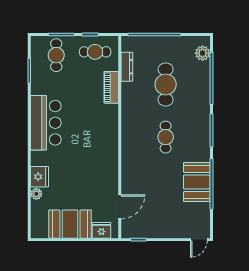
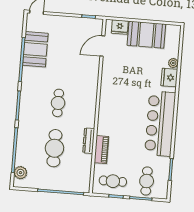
dresser: (127, 67) -> (89, 141), moved
bar counter: (46, 123) -> (160, 124), width x1.36
booth: (197, 182) -> (35, 49), moved

